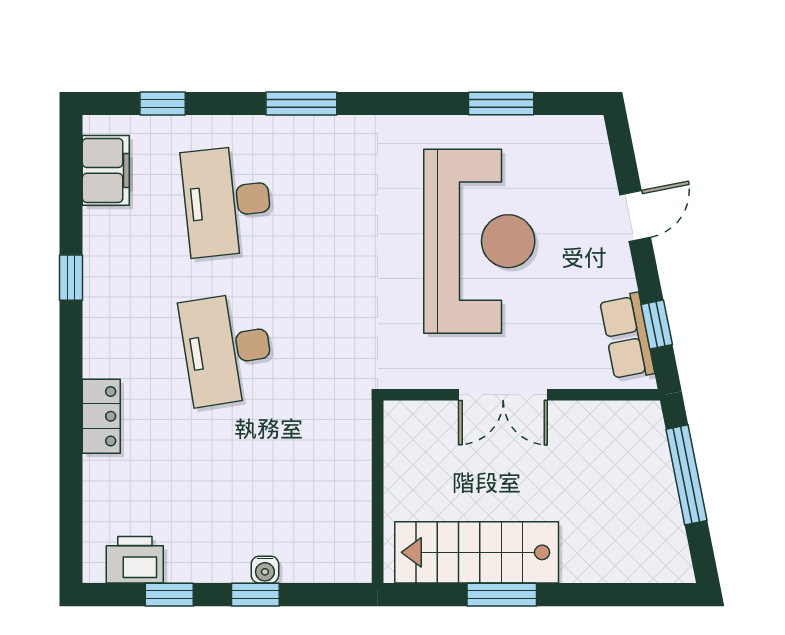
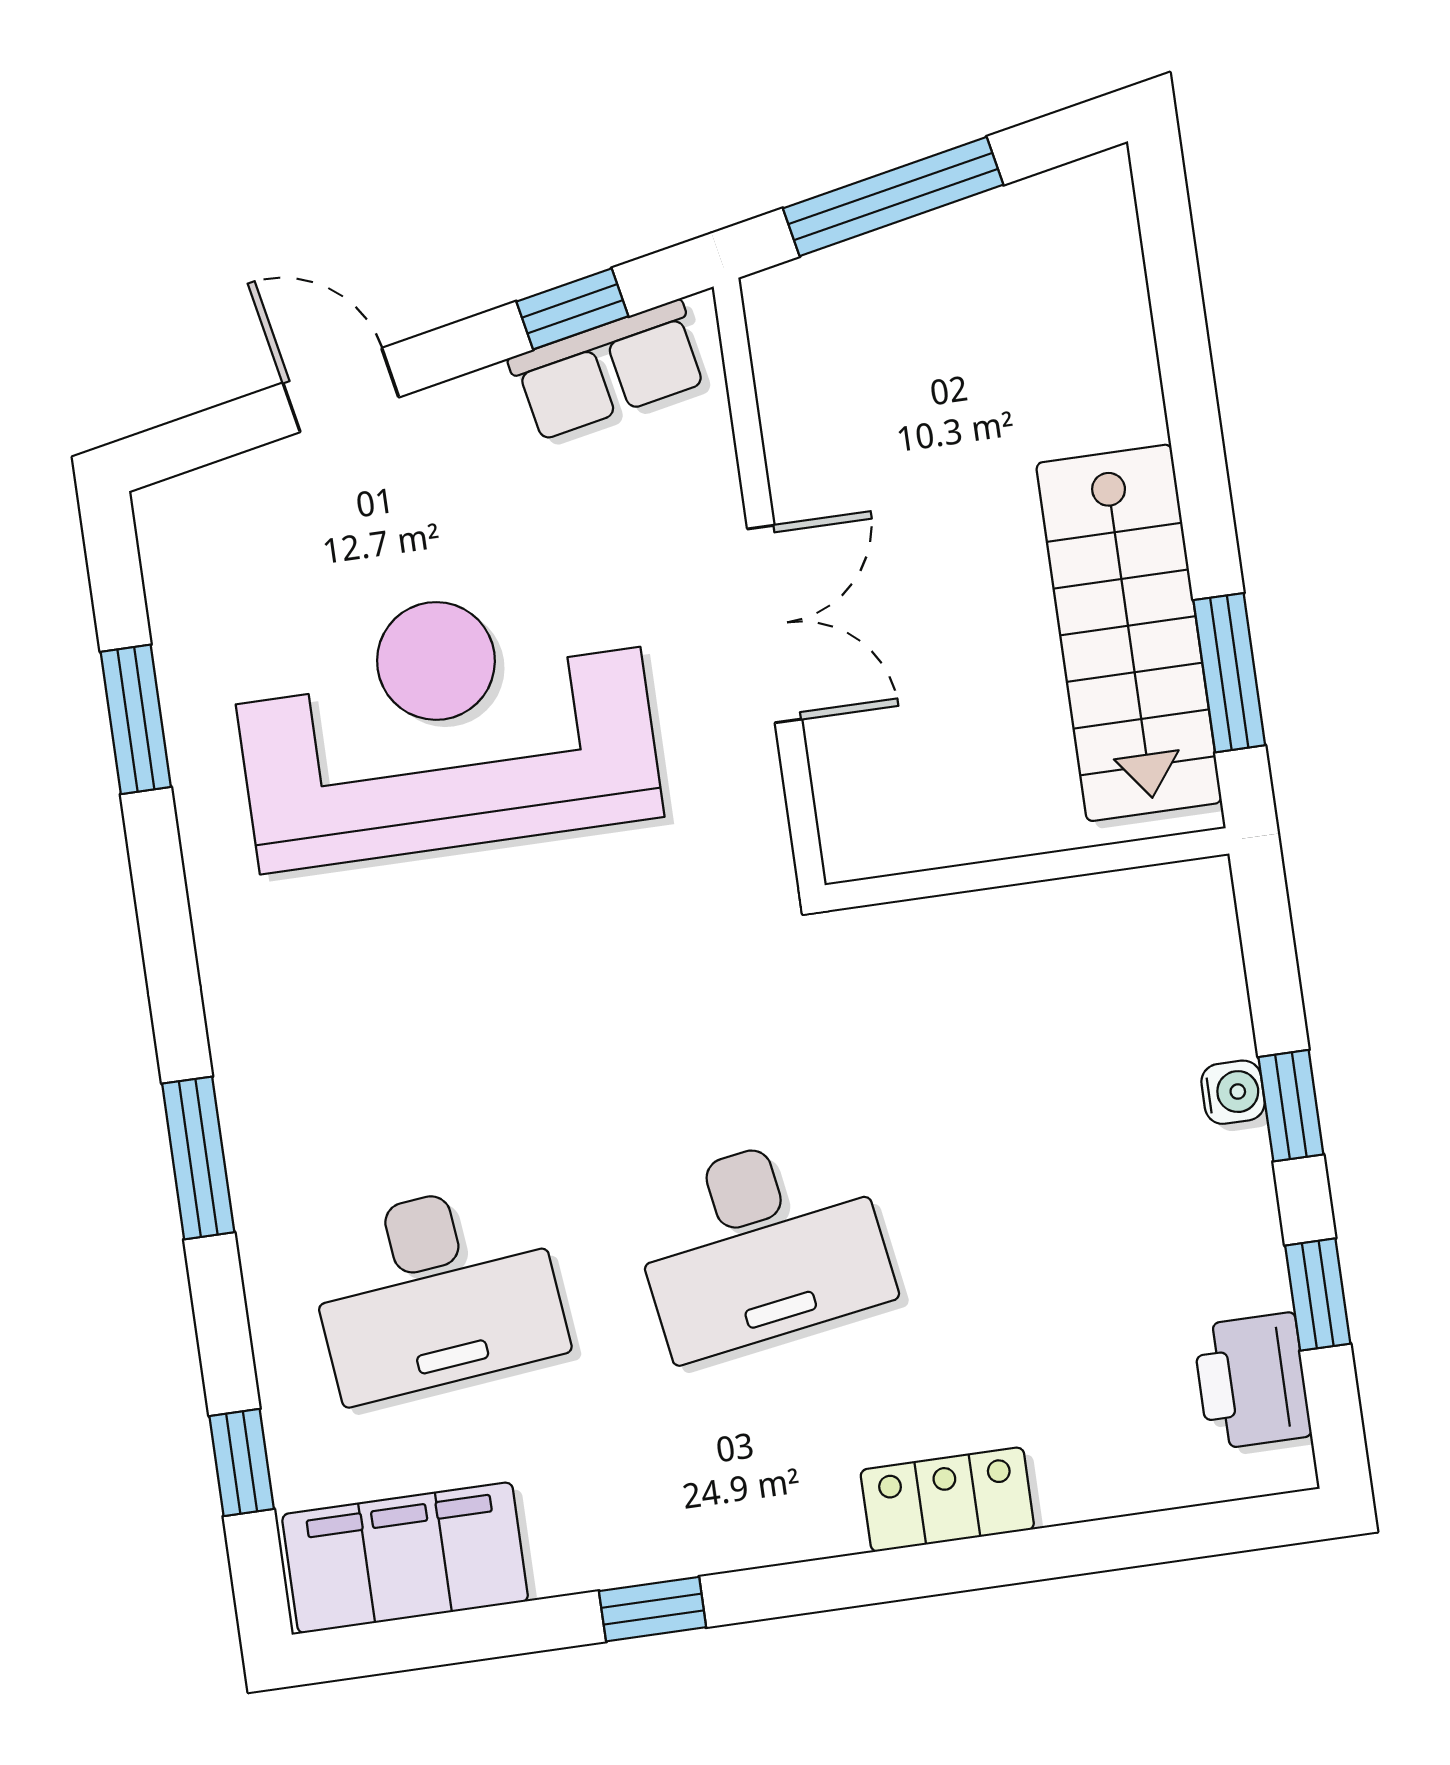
filing cabinet: (106, 170) -> (405, 1558), width x1.50, depth x1.17
window: (502, 595) -> (1229, 673), moved

